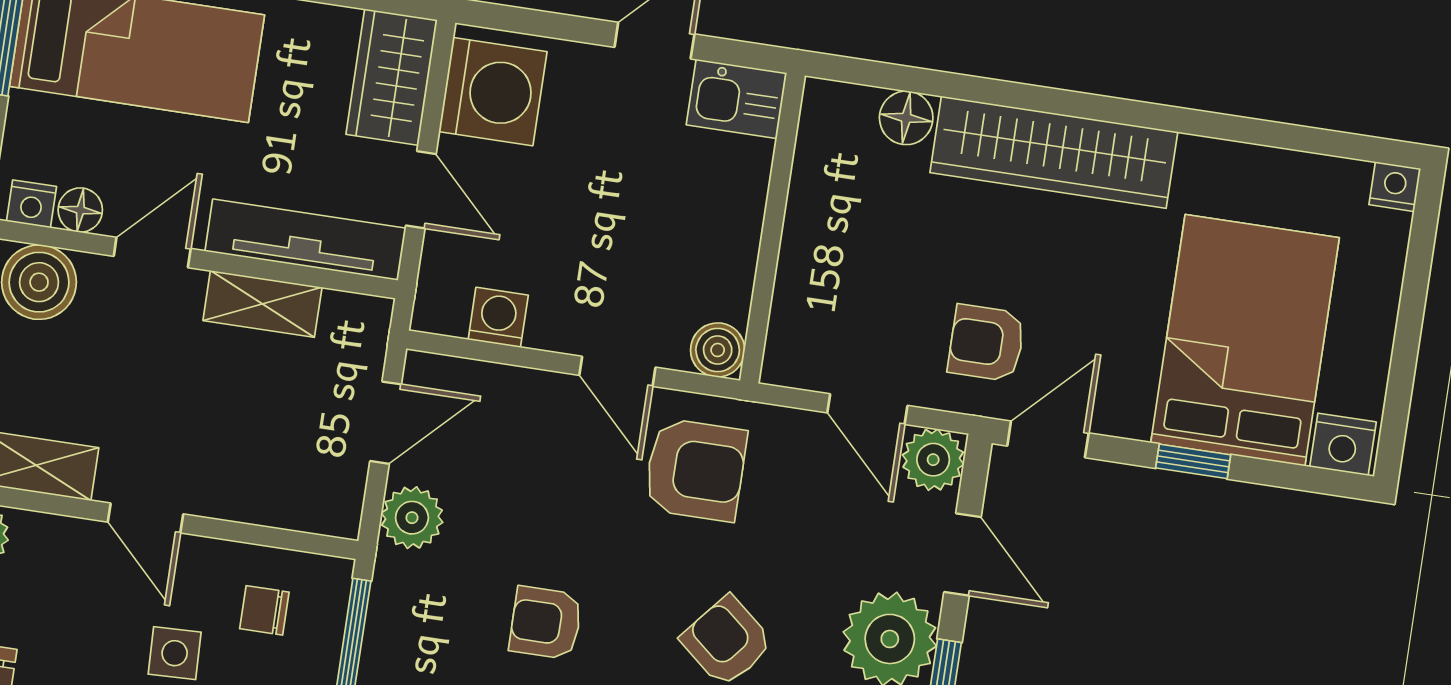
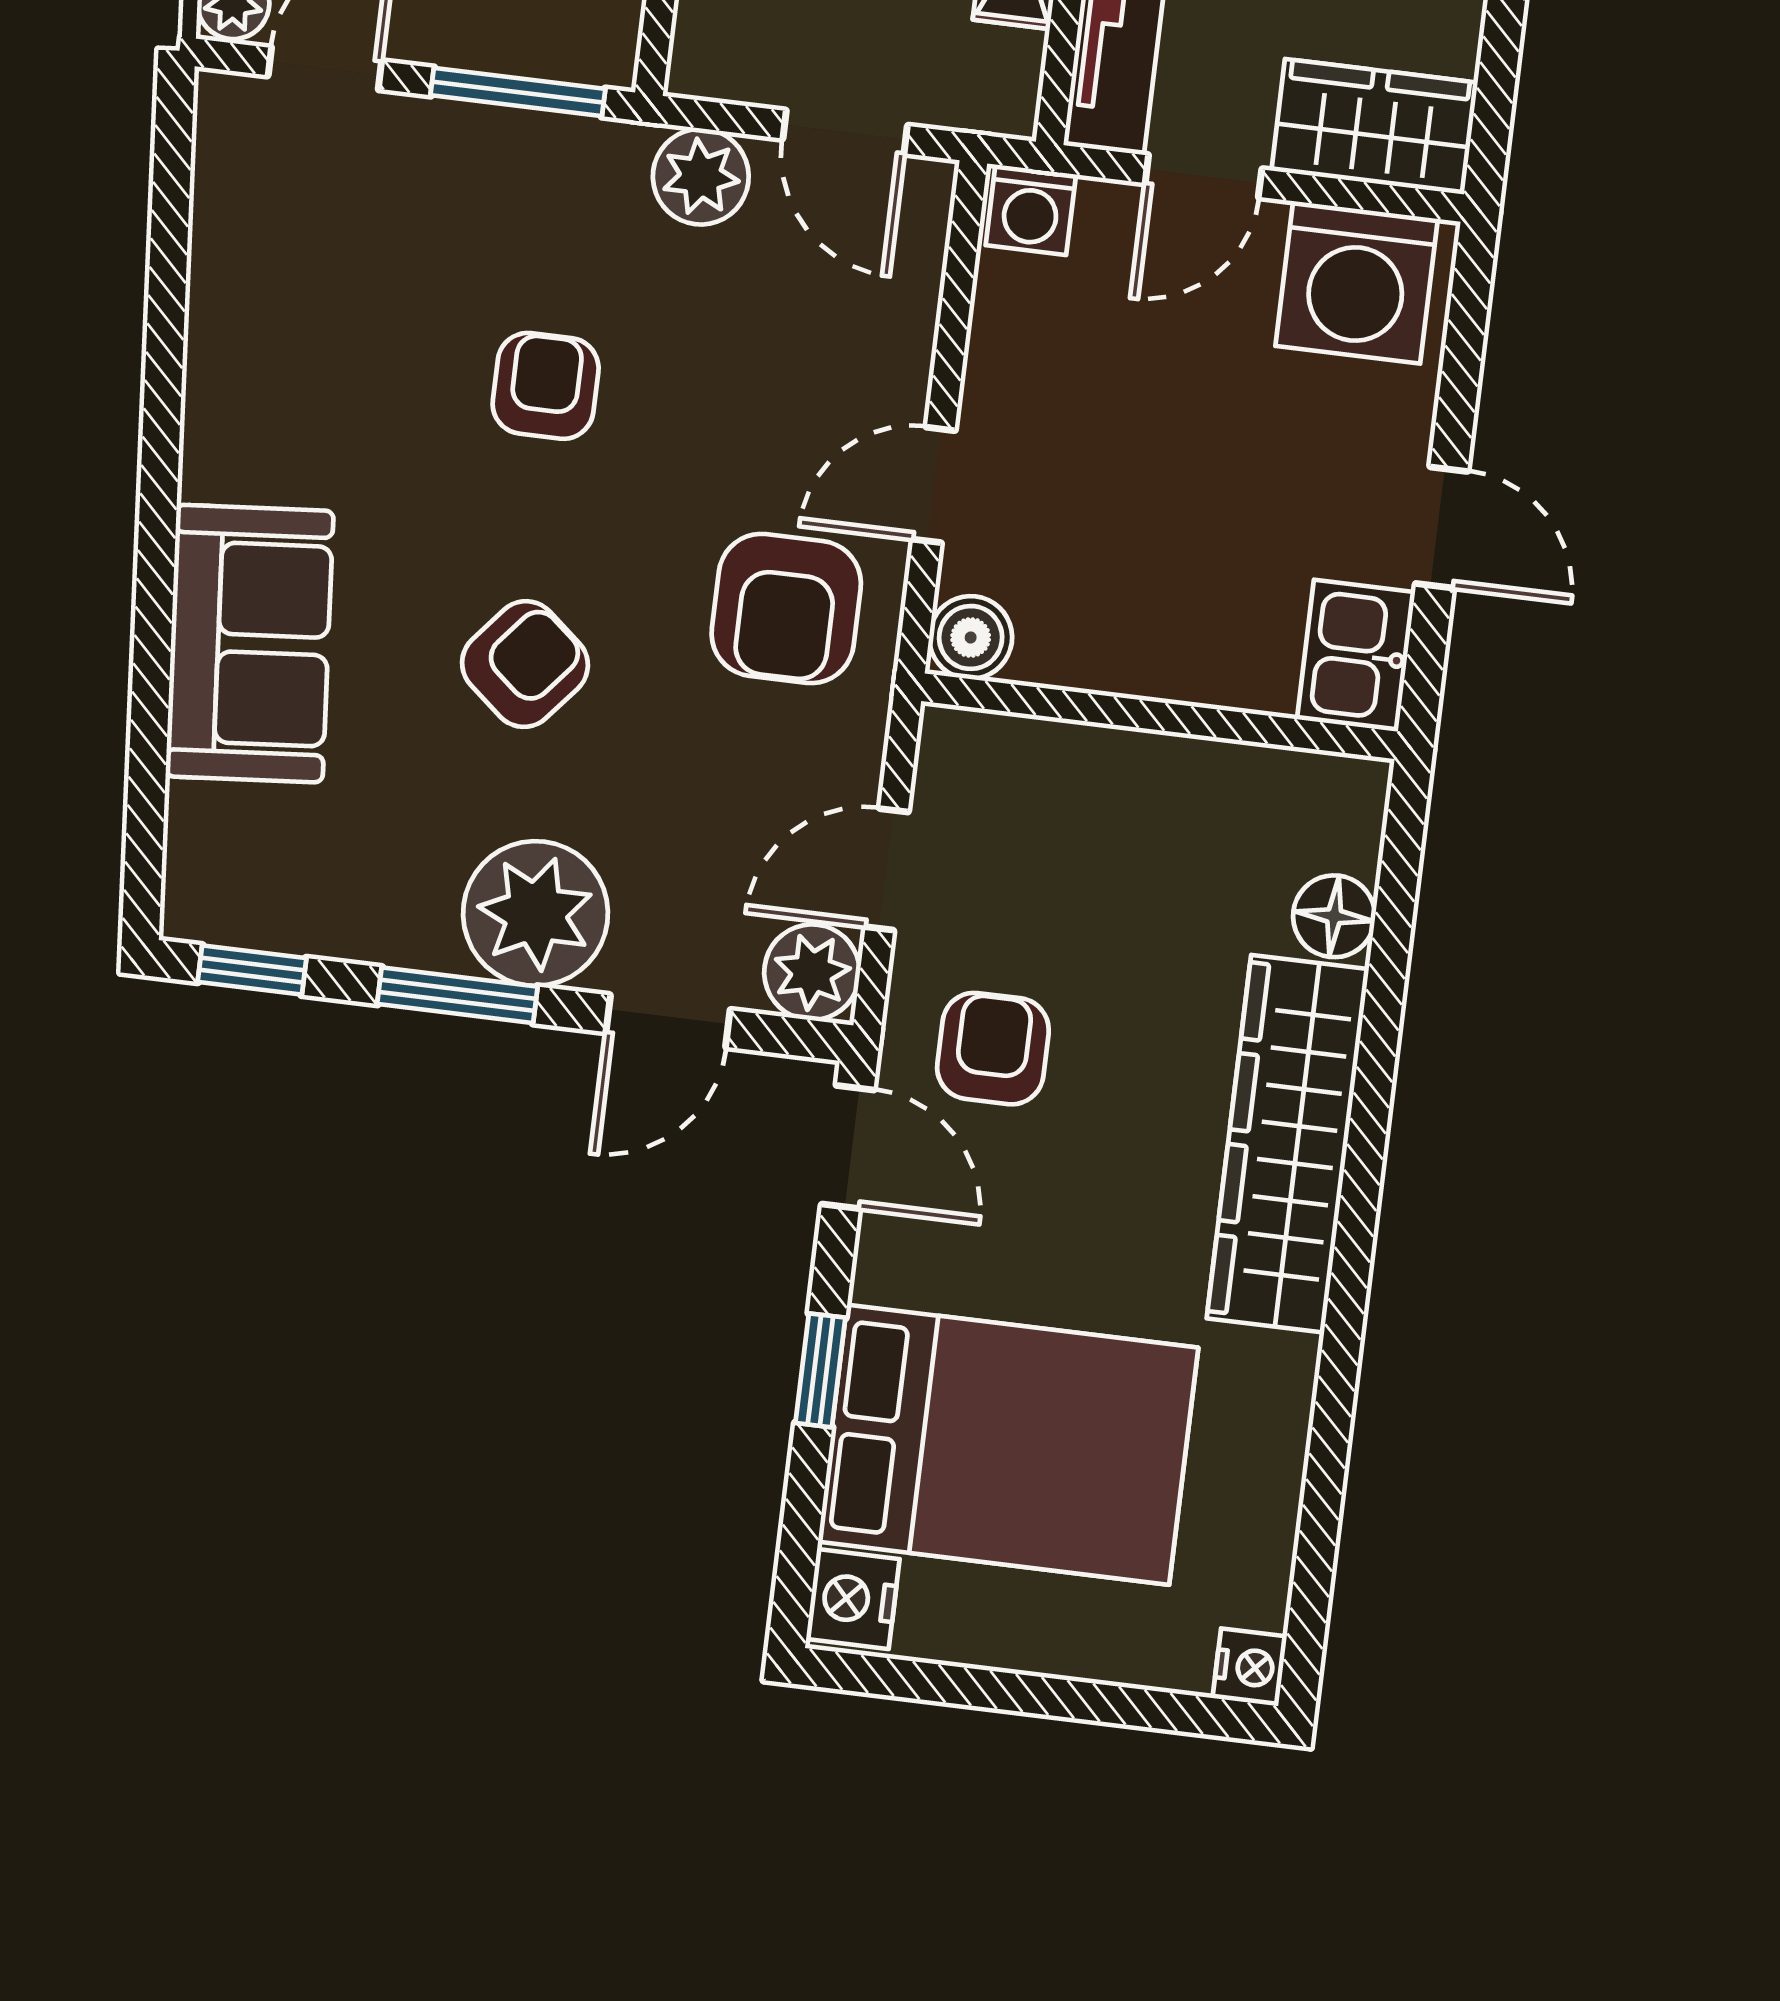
washing machine: (498, 317) -> (1031, 210), moved, turned 90

